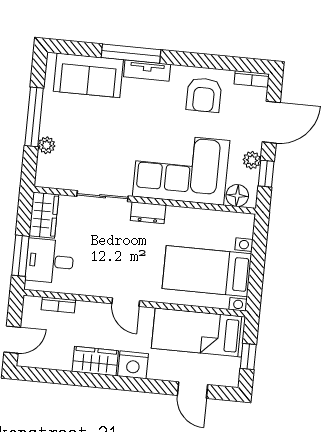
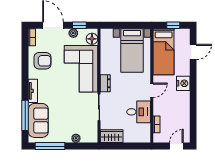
window: (131, 54) -> (25, 115), moved
window: (34, 117) -> (50, 146), moved
window: (20, 256) -> (133, 146), removed
desk: (50, 261) -> (139, 112), moved, turned -90
door: (12, 340) -> (176, 146), hinge flipped
wardrobe: (95, 361) -> (183, 103), removed

